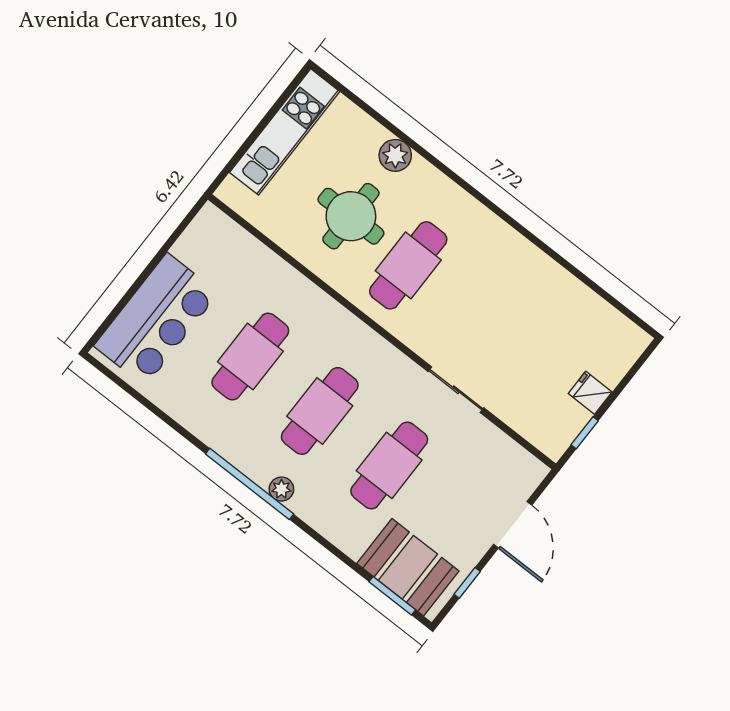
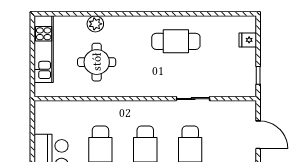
cafe table: (408, 265) -> (176, 41), moved, turned 90
fridge: (590, 393) -> (248, 40), moved

